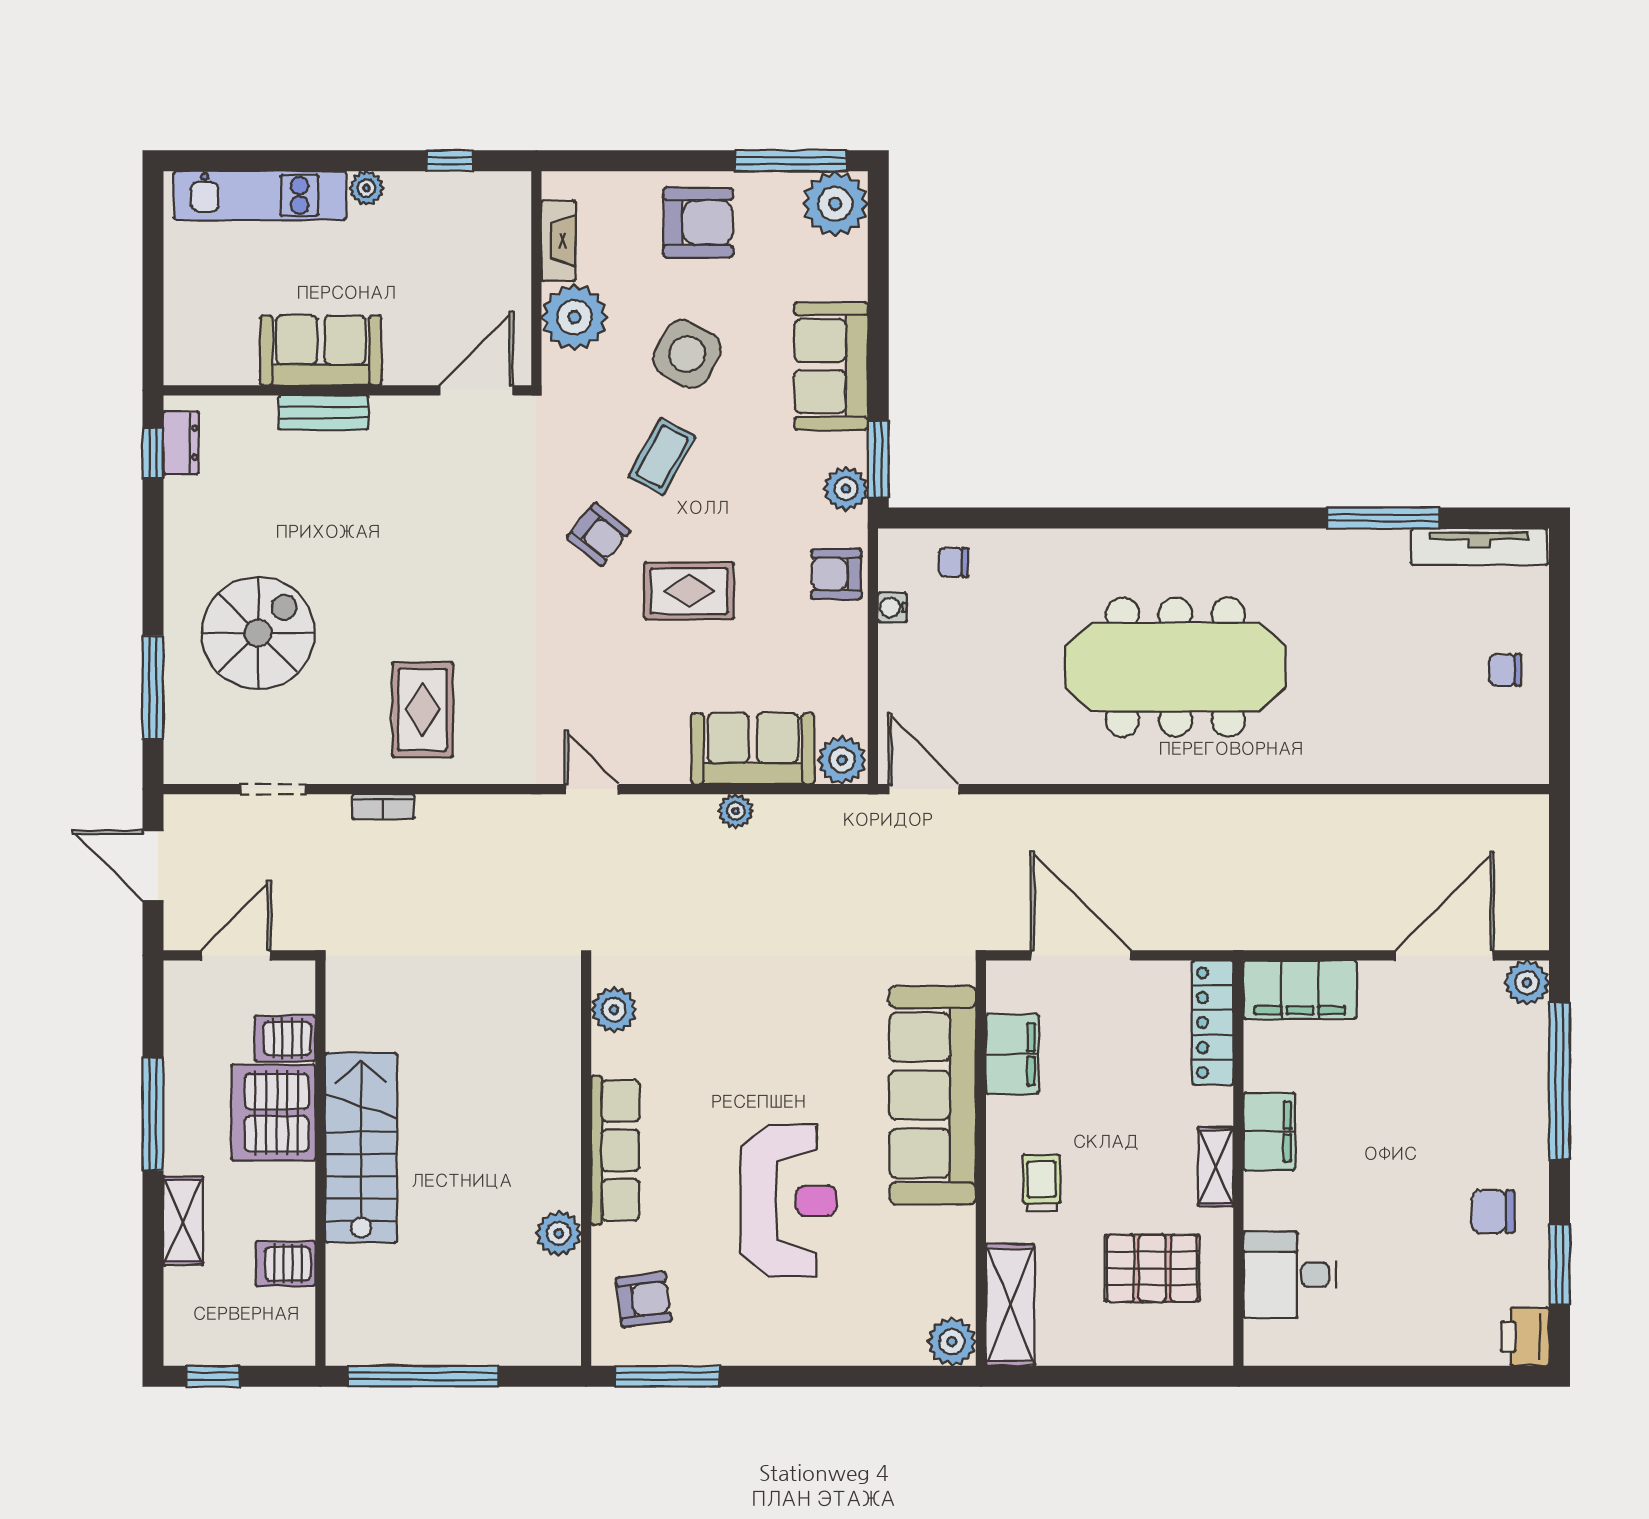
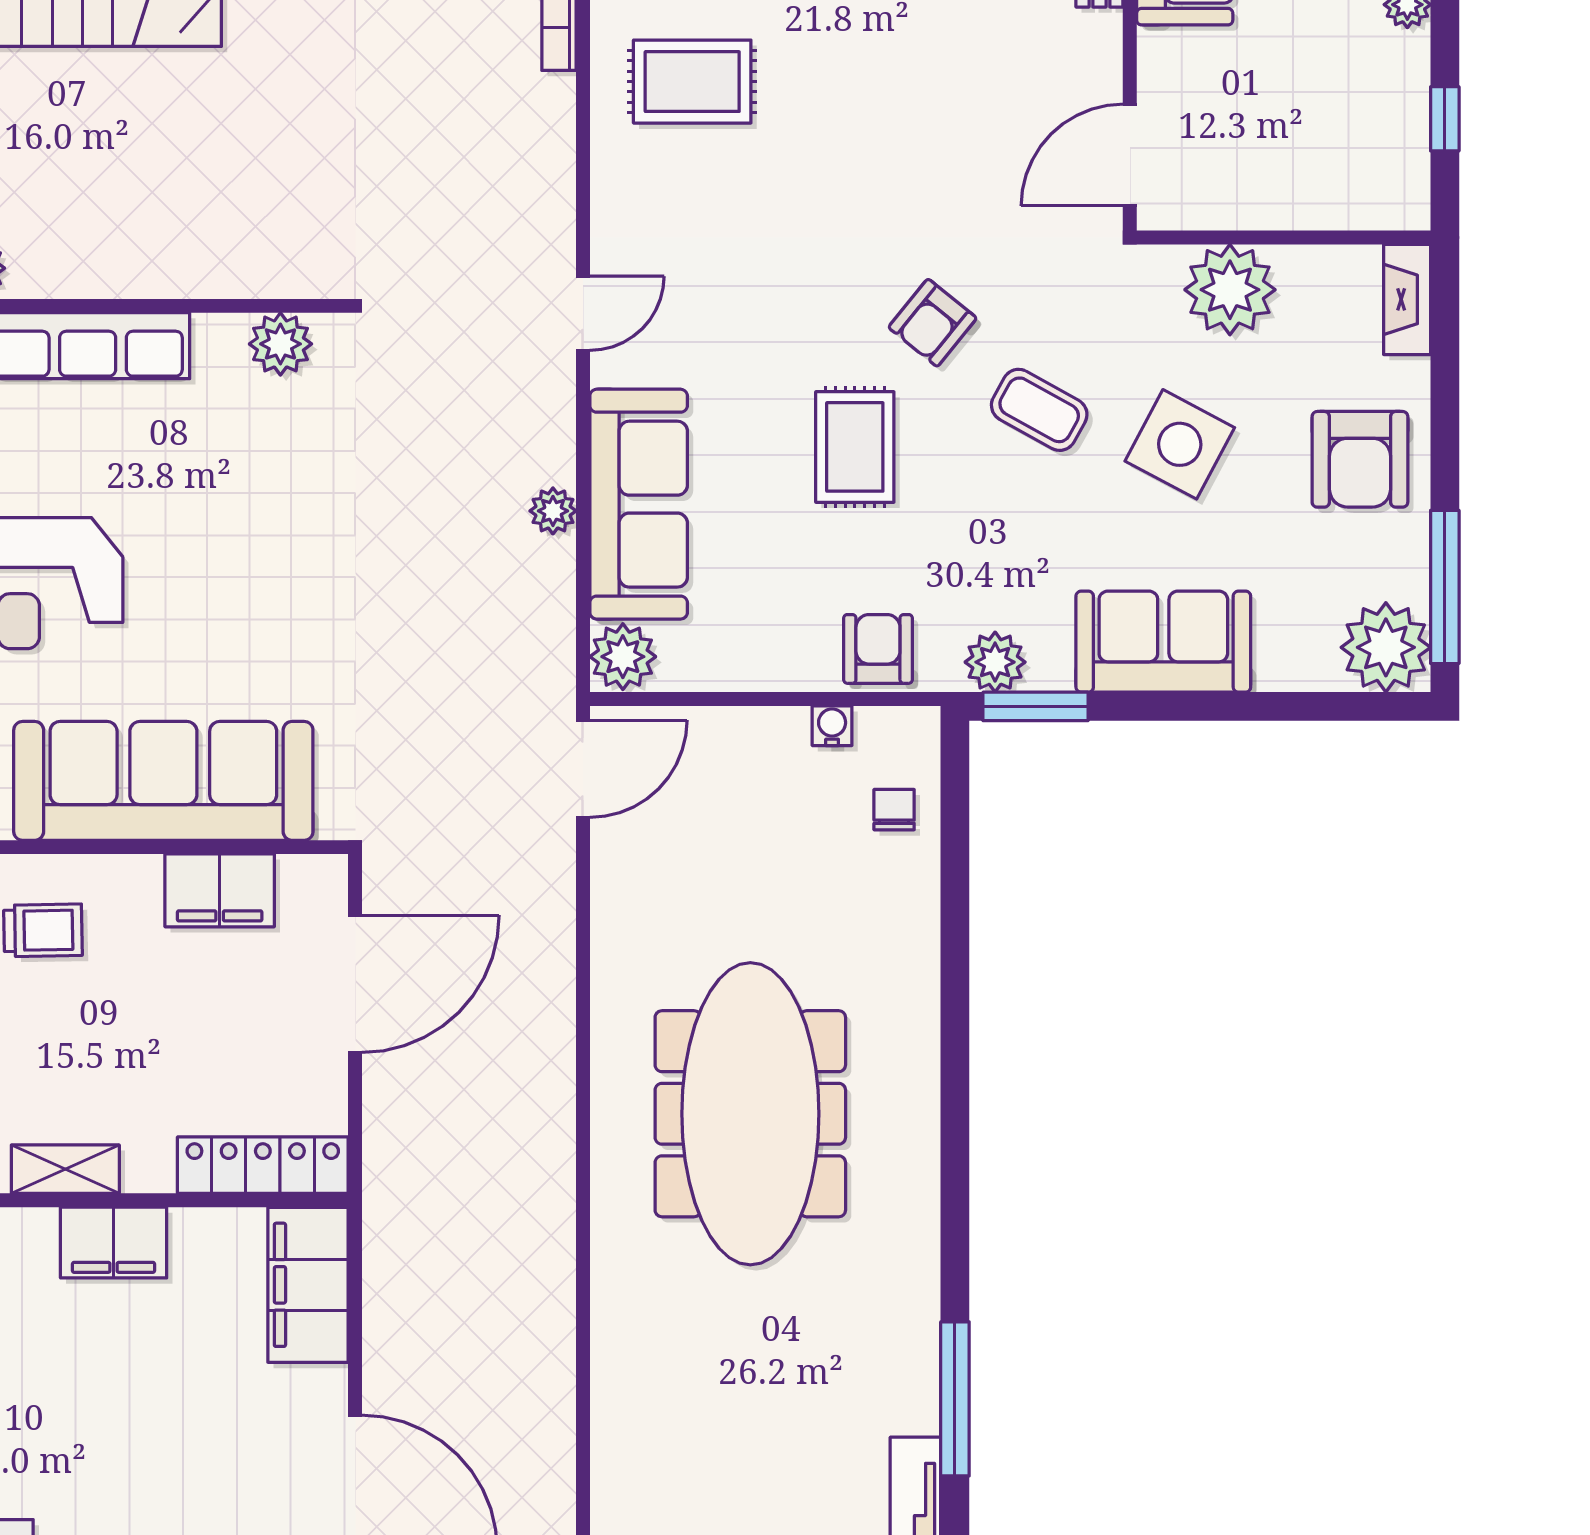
fireplace: (558, 241) -> (1407, 299), moved, turned 90
door: (476, 390) -> (1130, 155), swing flipped
sofa: (753, 749) -> (639, 504), width x1.36

